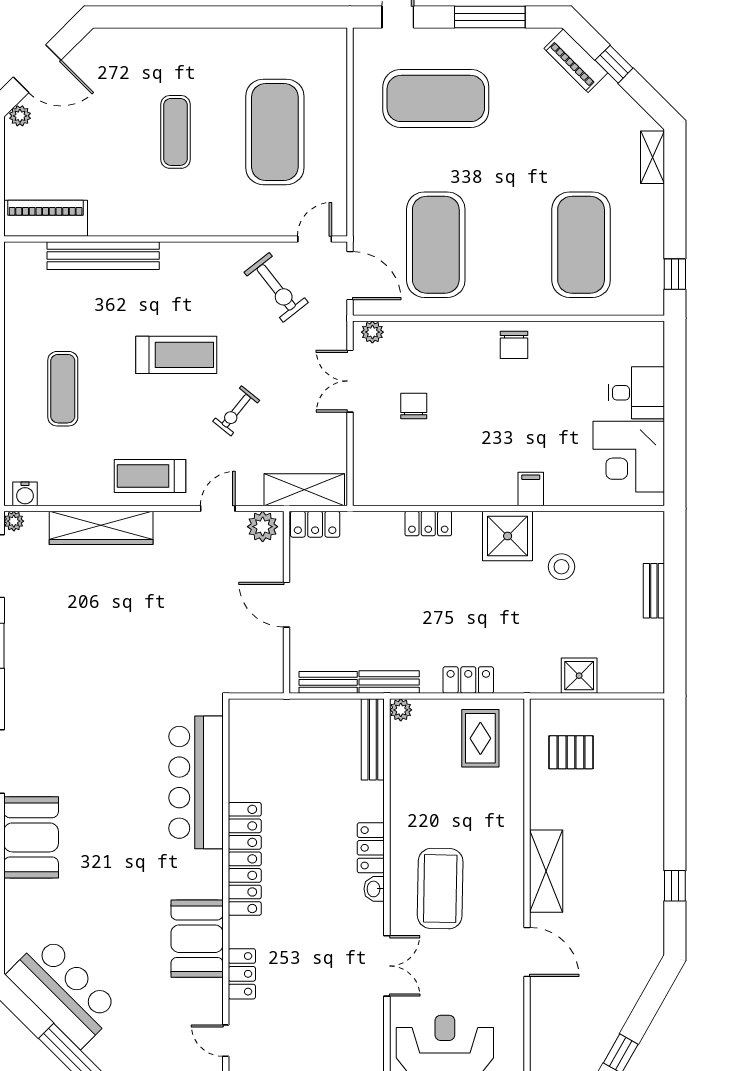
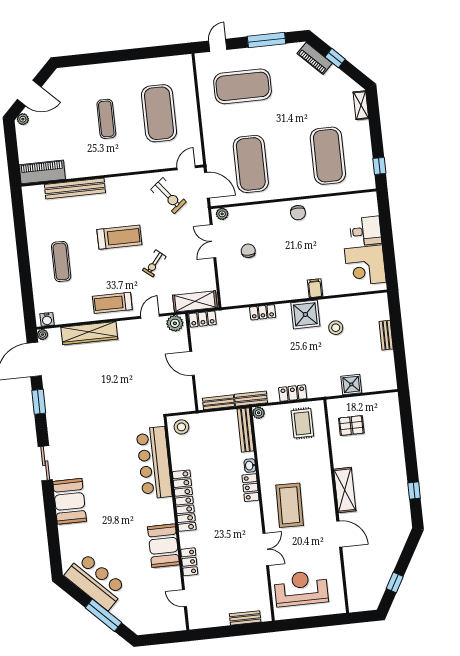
stool: (254, 721) -> (181, 427), added
washbasin: (374, 889) -> (250, 466), moved

